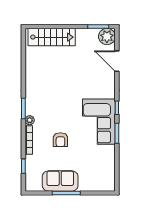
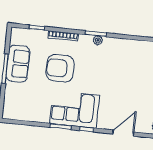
door: (117, 61) -> (123, 133), moved
plant: (30, 120) -> (98, 40), moved
armchair: (60, 140) -> (60, 68), width x1.88, depth x1.88

